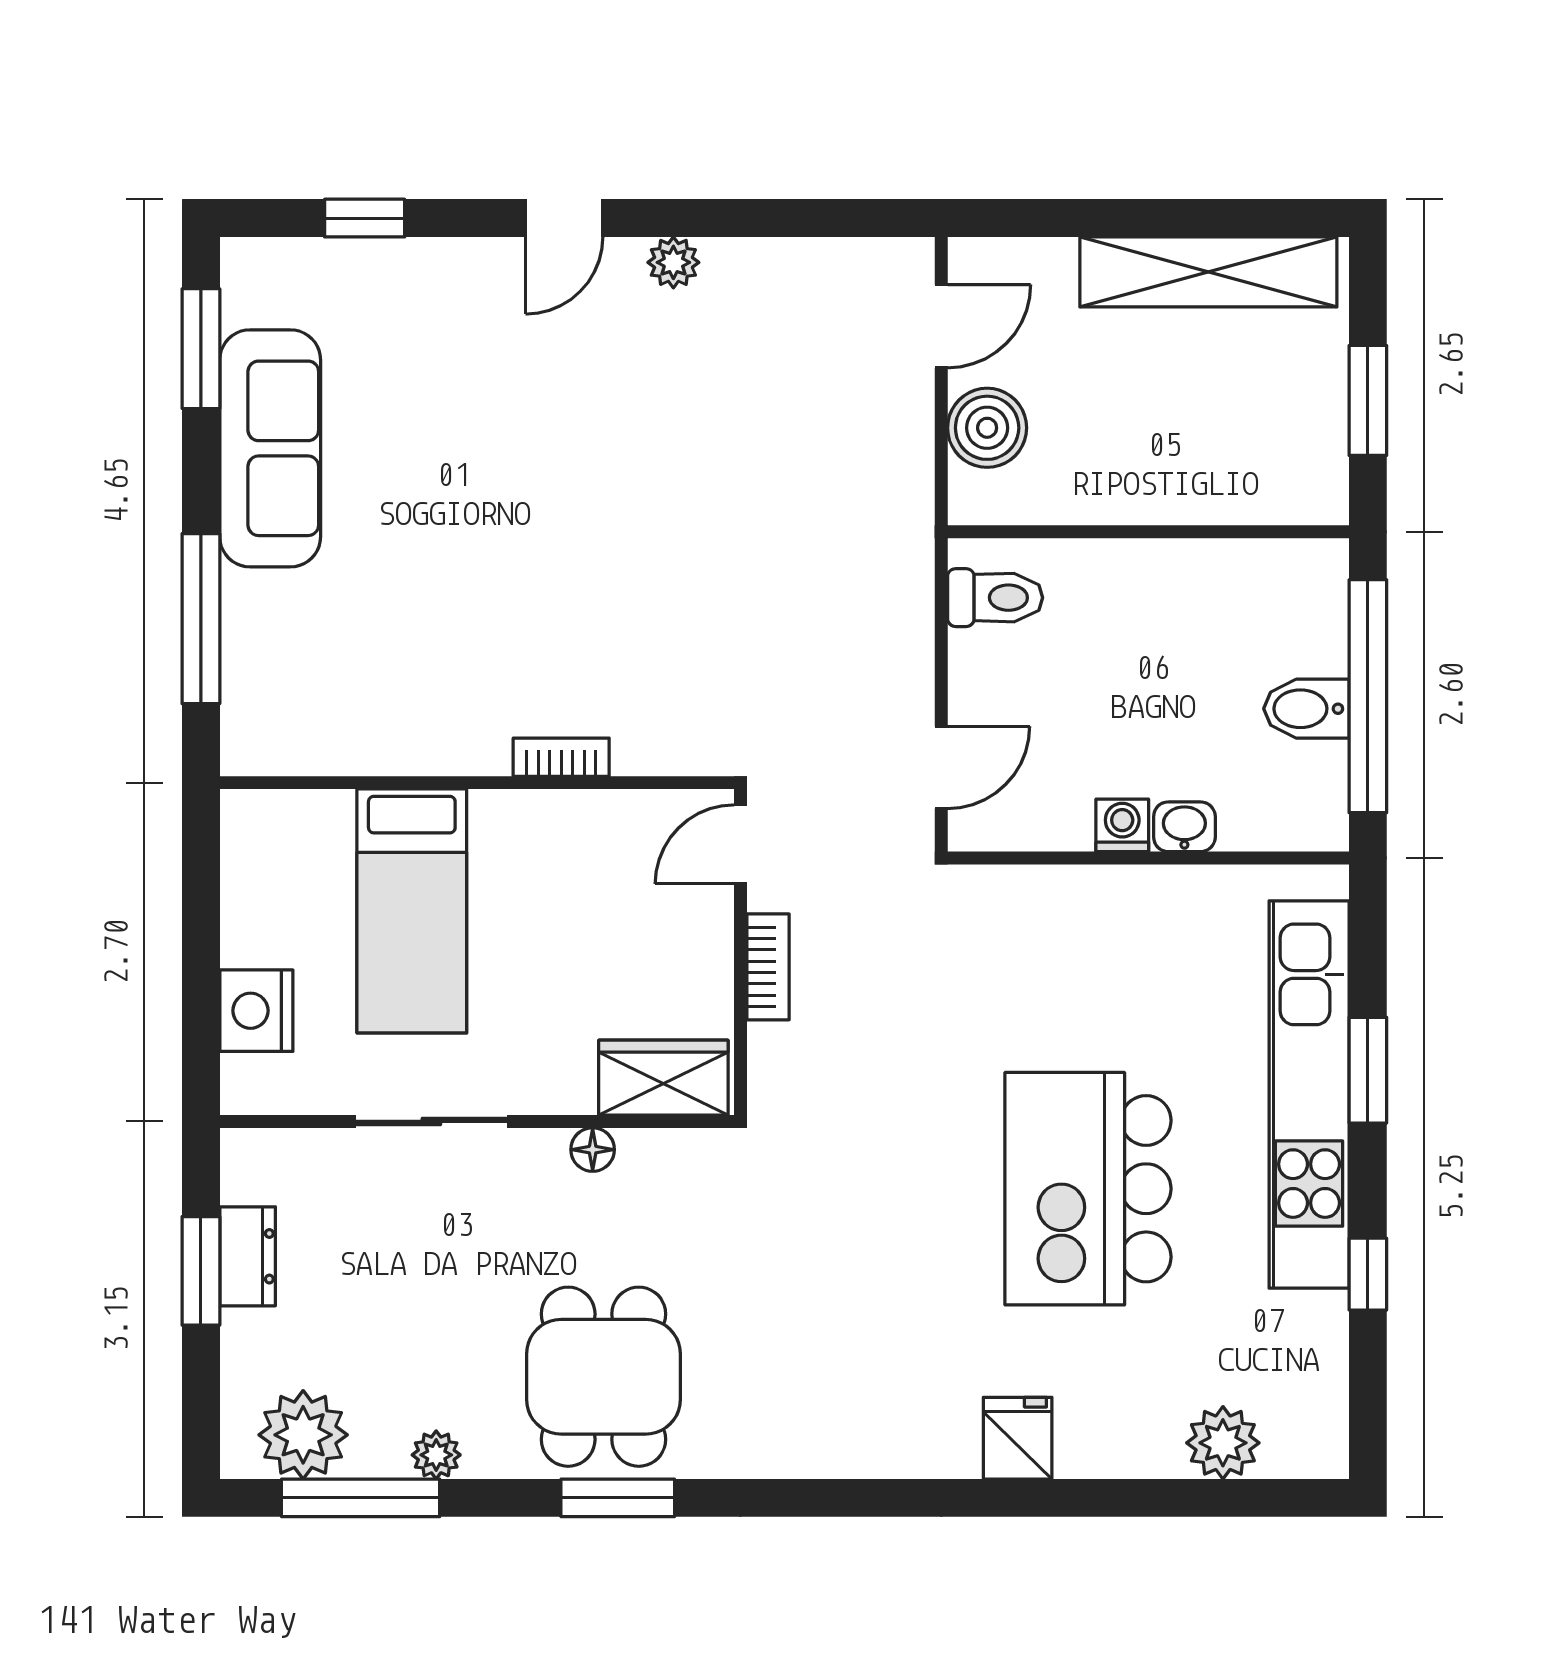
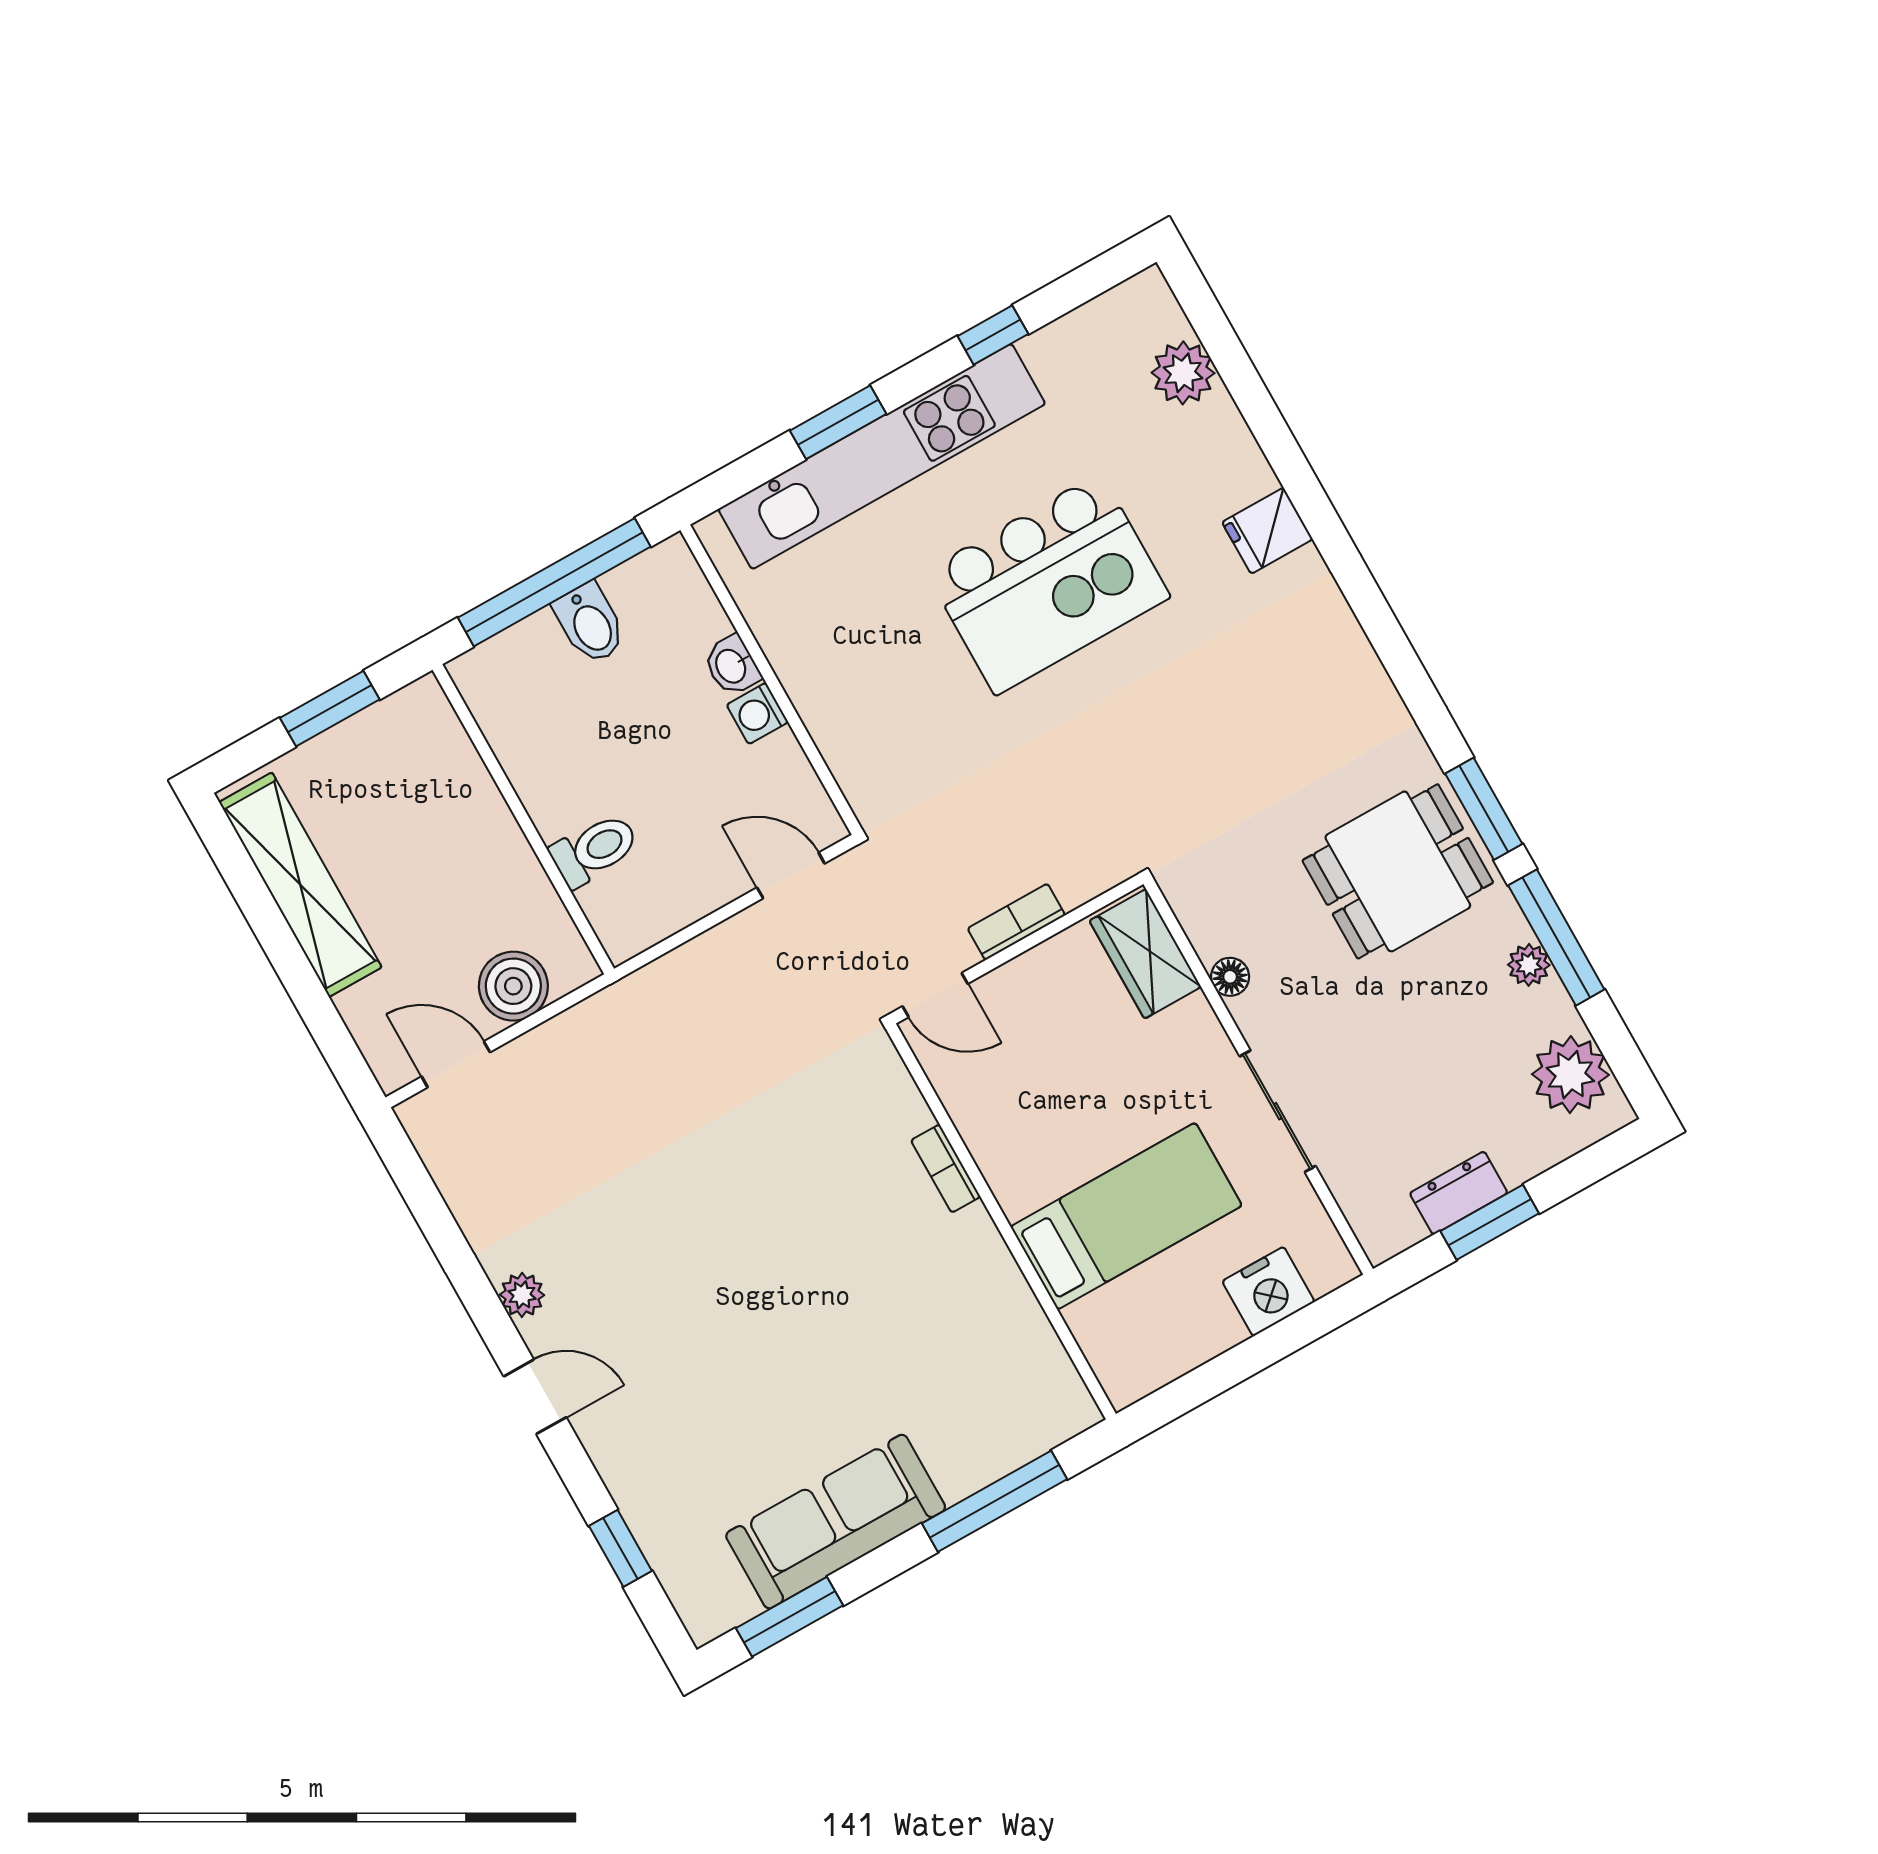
toilet: (995, 598) -> (594, 850), moved, turned 90
window: (361, 1498) -> (1556, 937), moved

